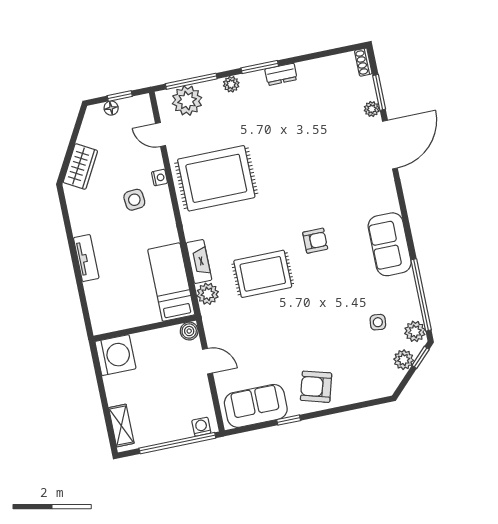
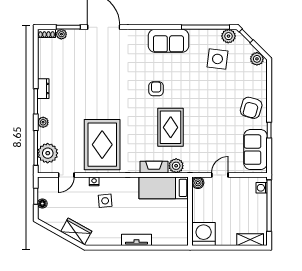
plant: (372, 109) -> (61, 34), moved
side table: (378, 322) -> (218, 59), width x1.87, depth x1.87
plant: (404, 360) -> (257, 59), moved

